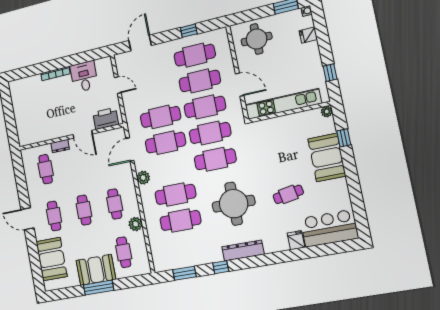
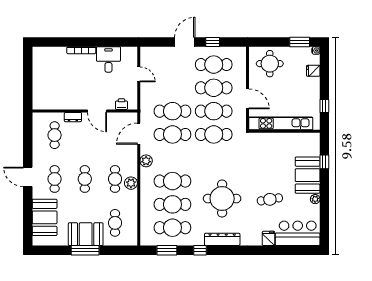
door: (140, 43) -> (185, 42), moved
plant: (327, 112) -> (315, 199), moved
printer: (106, 119) -> (121, 104), width x0.53, depth x0.68
cafe table: (215, 159) -> (172, 228), moved
plant: (136, 224) -> (131, 183), moved

